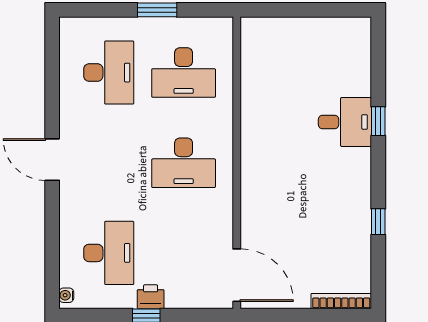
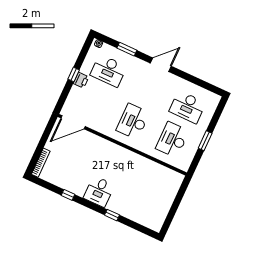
desk: (345, 122) -> (99, 191), moved
window: (52, 237) -> (127, 49), added

